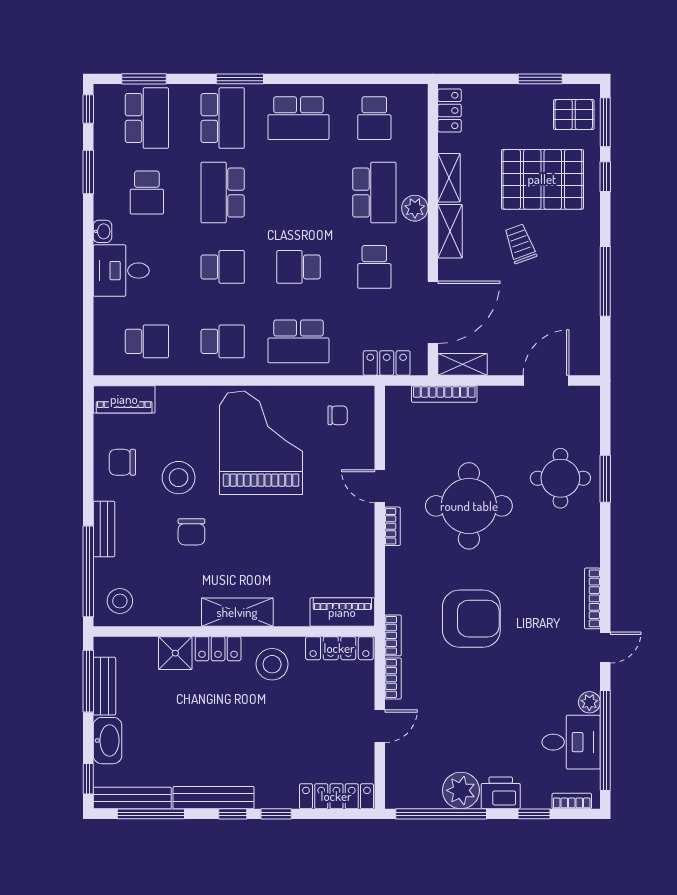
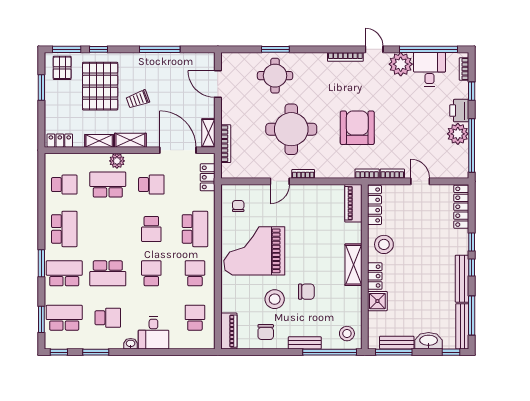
plant: (589, 702) -> (401, 64), width x1.88, depth x1.88

